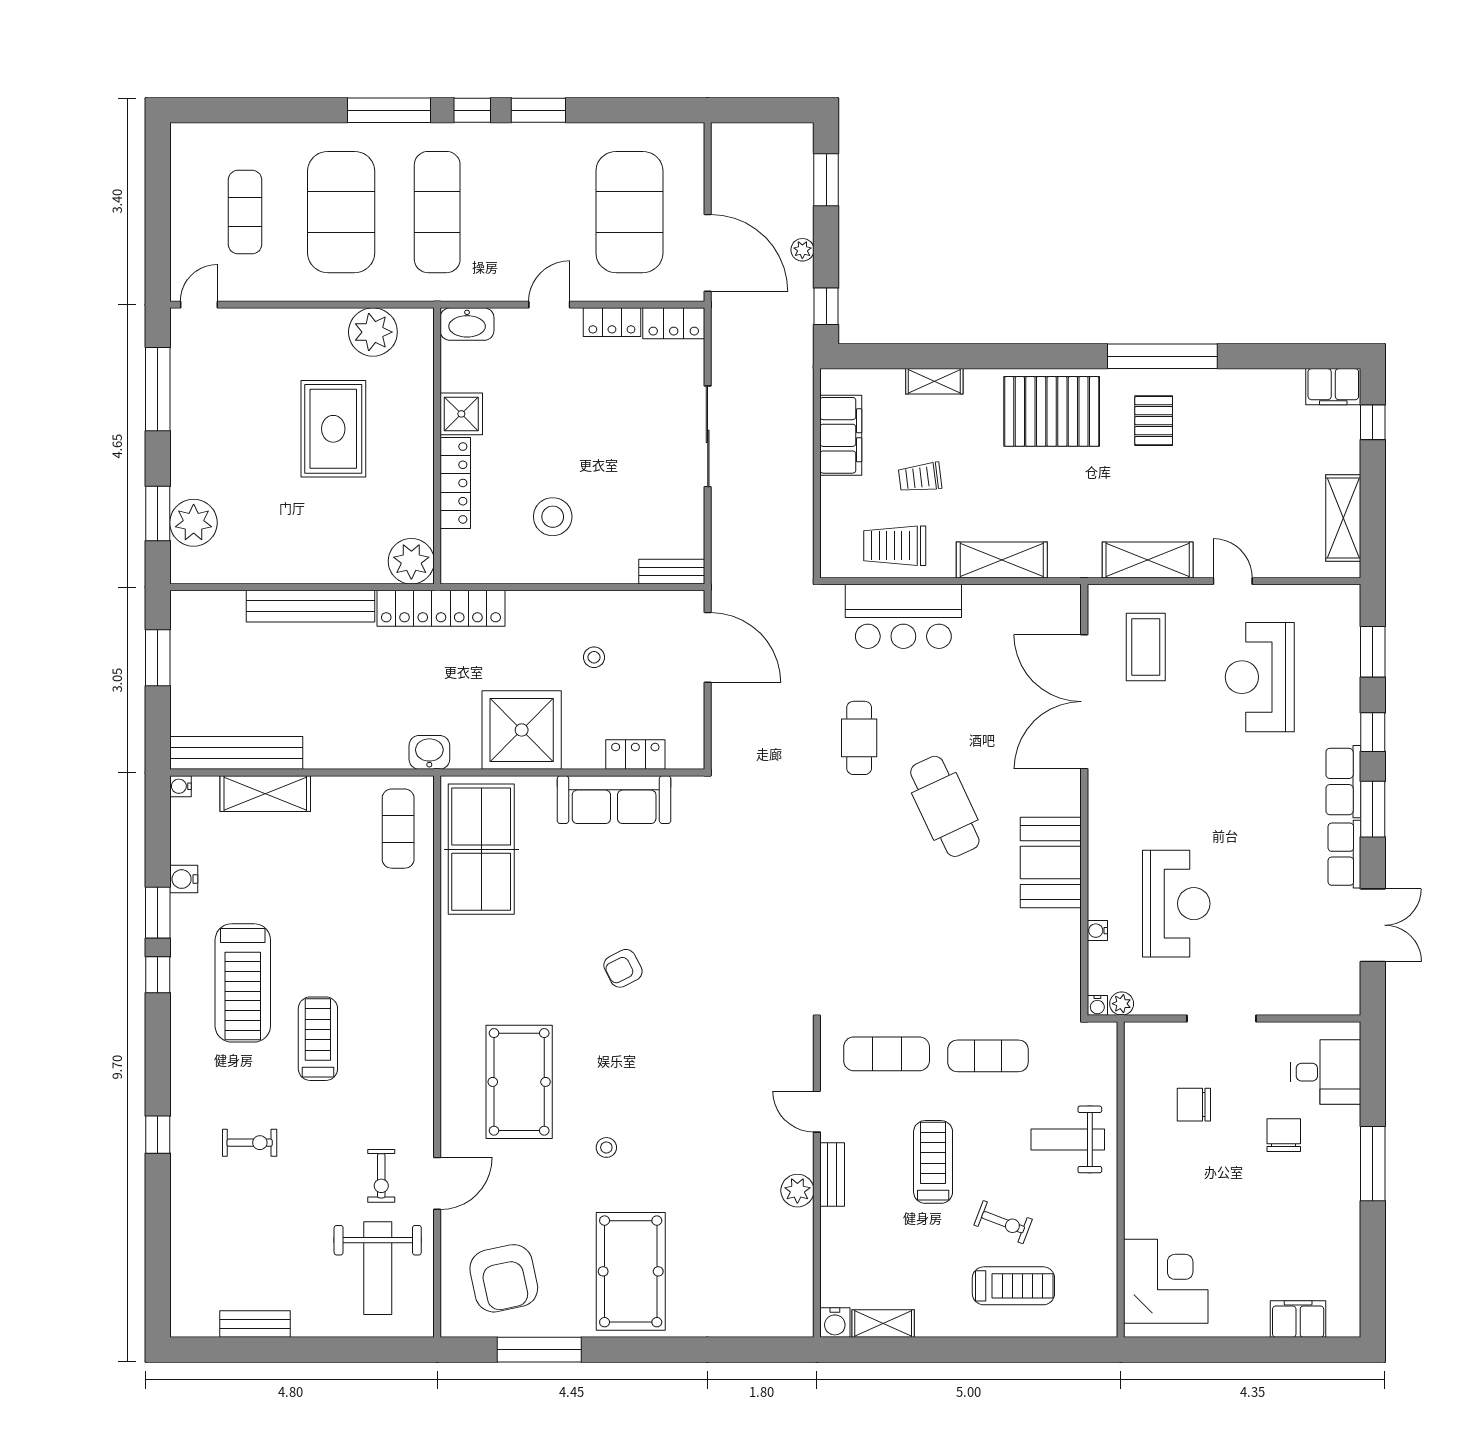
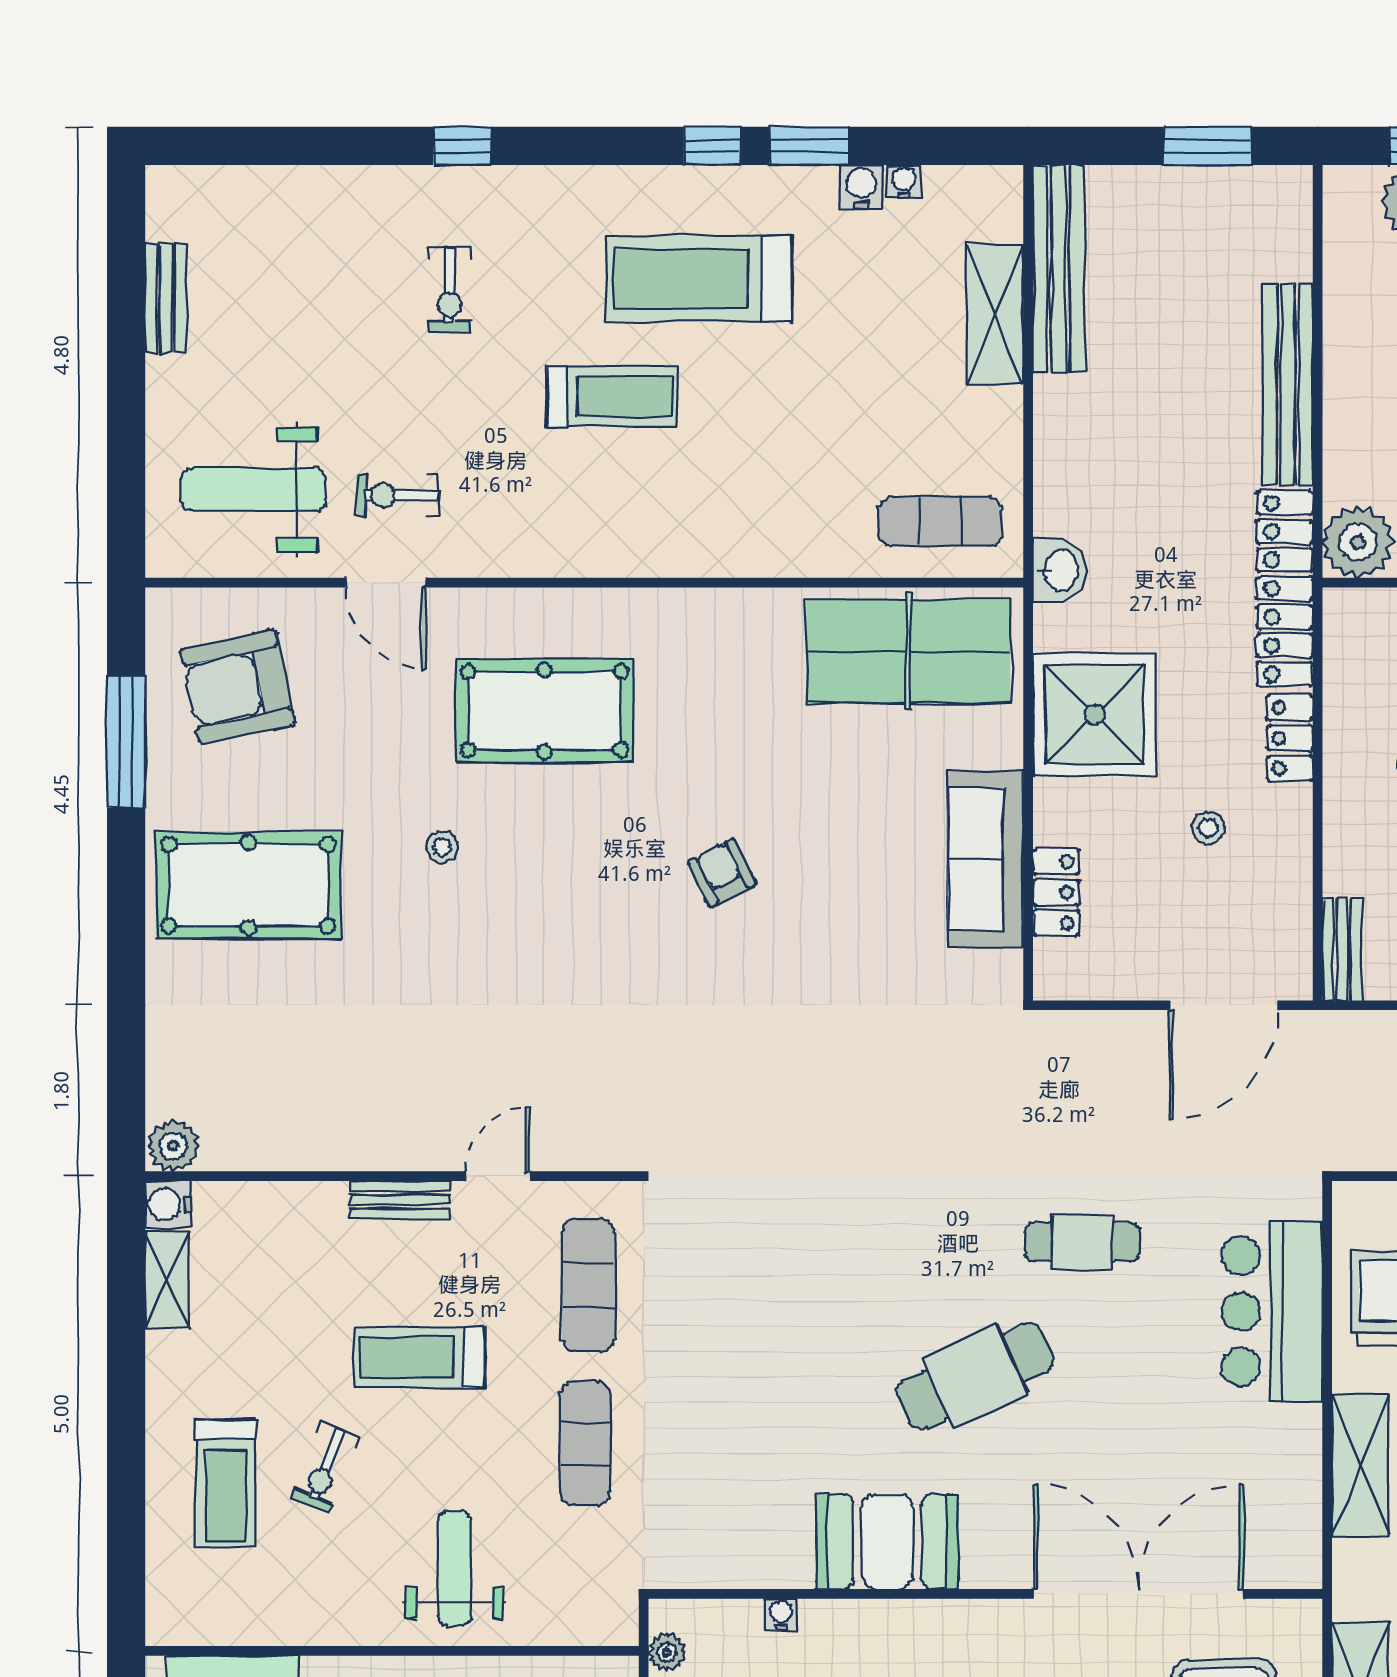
locker: (537, 605) -> (1290, 738), added
water cooler: (181, 786) -> (904, 182), moved
water cooler: (1097, 1005) -> (664, 1614), removed
treadmill: (933, 1162) -> (419, 1358), turned 180
plant: (797, 1191) -> (173, 1146), moved

